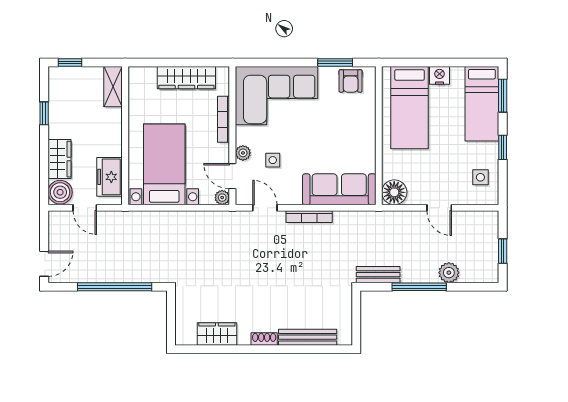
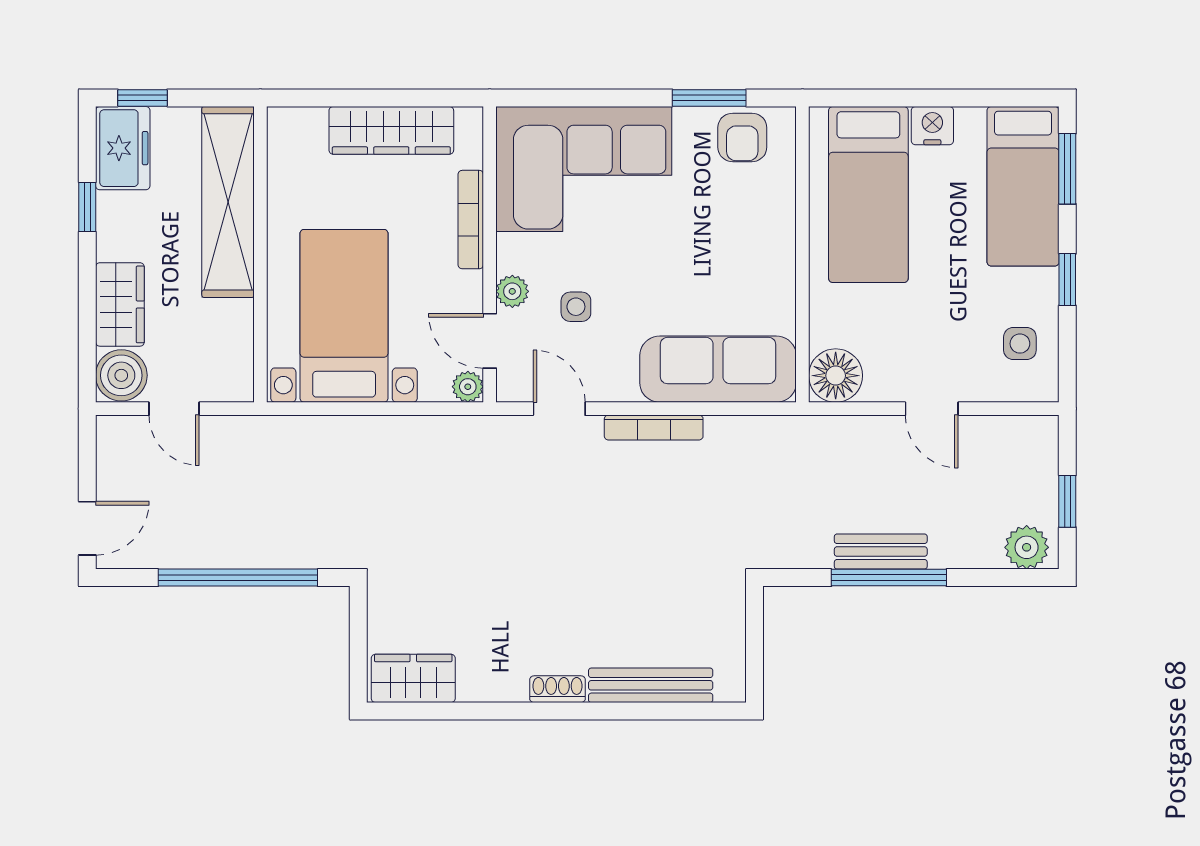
shelving: (113, 87) -> (228, 202), width x2.20, depth x1.33
freezer: (109, 177) -> (123, 148), moved, turned 180
plant: (449, 273) -> (1027, 547), moved
bench: (378, 275) -> (881, 552), moved
wardrobe: (217, 334) -> (413, 678), moved

